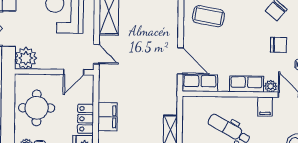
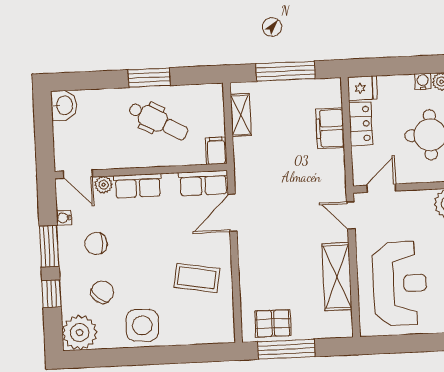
door: (180, 61) -> (233, 213), hinge flipped
filing cabinet: (265, 107) -> (216, 151), moved

